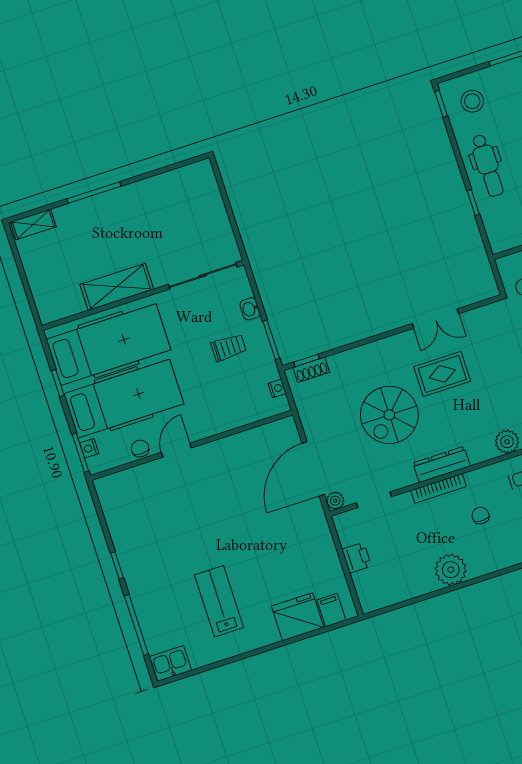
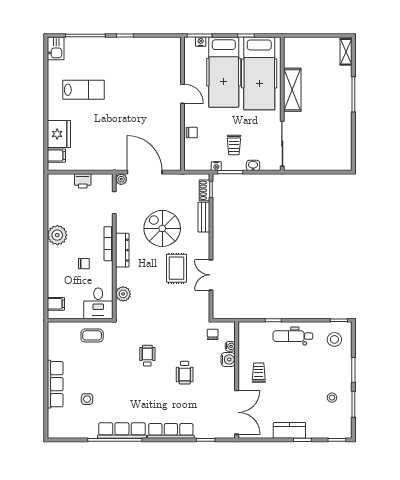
bench: (352, 358) -> (204, 217), added
nightstand: (277, 388) -> (216, 166), moved
chair: (140, 449) -> (192, 133), moved

